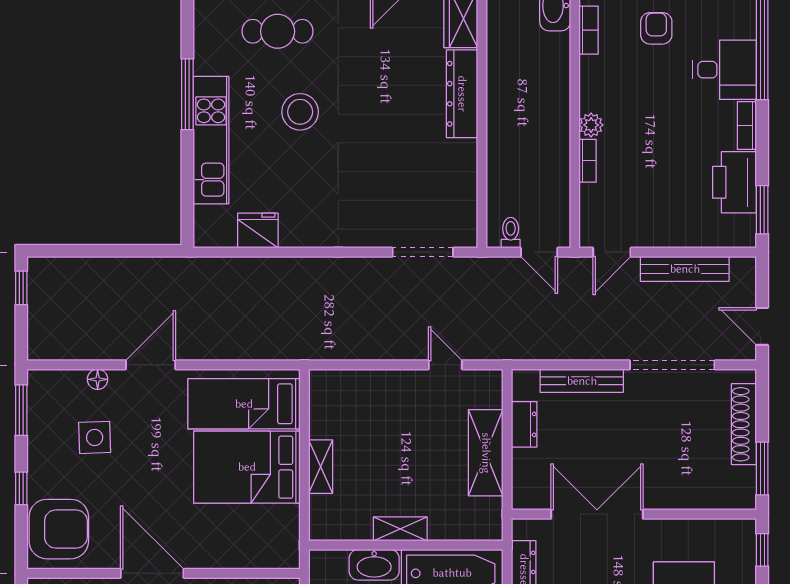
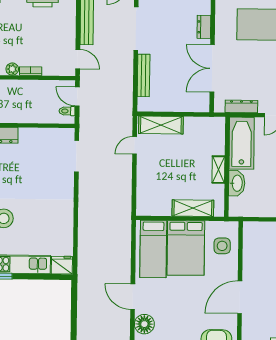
fridge: (258, 231) -> (62, 265), moved, turned 90
door: (539, 252) -> (77, 97), swing flipped
floor lamp: (98, 379) -> (144, 324), width x1.89, depth x1.89
dresser: (524, 424) -> (204, 27), moved, turned -90
side table: (95, 437) -> (222, 246), moved
shelving: (486, 453) -> (161, 125), moved
shelving: (321, 467) -> (193, 208), width x1.50, depth x1.33

